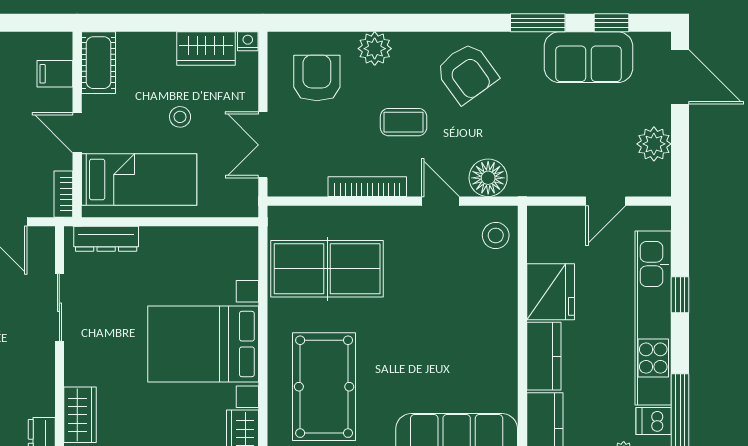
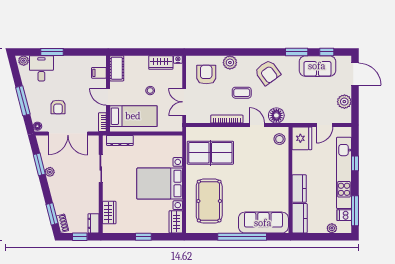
fridge: (551, 292) -> (302, 138), moved

